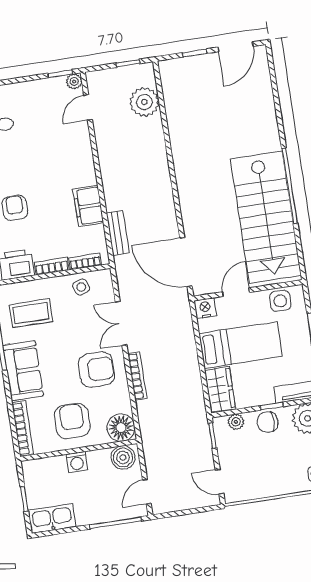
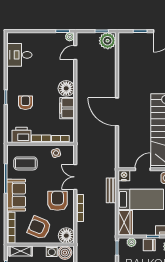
plant: (144, 102) -> (108, 41), moved
floor lamp: (82, 172) -> (66, 88), added
bench: (118, 233) -> (111, 190), moved
door: (186, 262) -> (117, 112), moved
armchair: (96, 369) -> (57, 201), turned -90
armchair: (72, 421) -> (39, 228), turned -67
washing machine: (77, 462) -> (52, 251), moved
shelving: (46, 466) -> (21, 251), added

